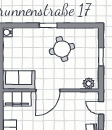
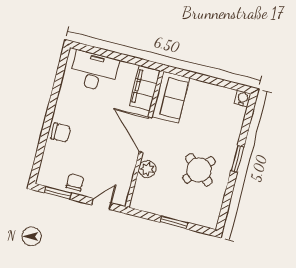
round table: (62, 49) -> (199, 170), turned -36
plant: (89, 83) -> (147, 169), moved

